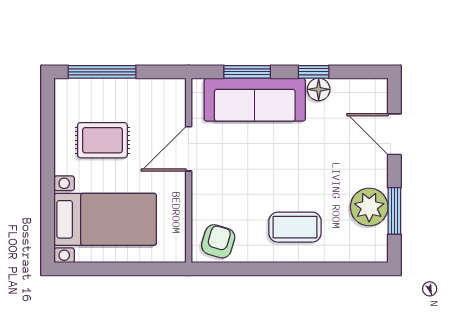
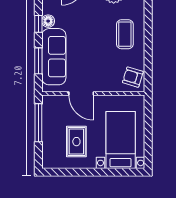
window: (102, 72) -> (38, 123), moved

